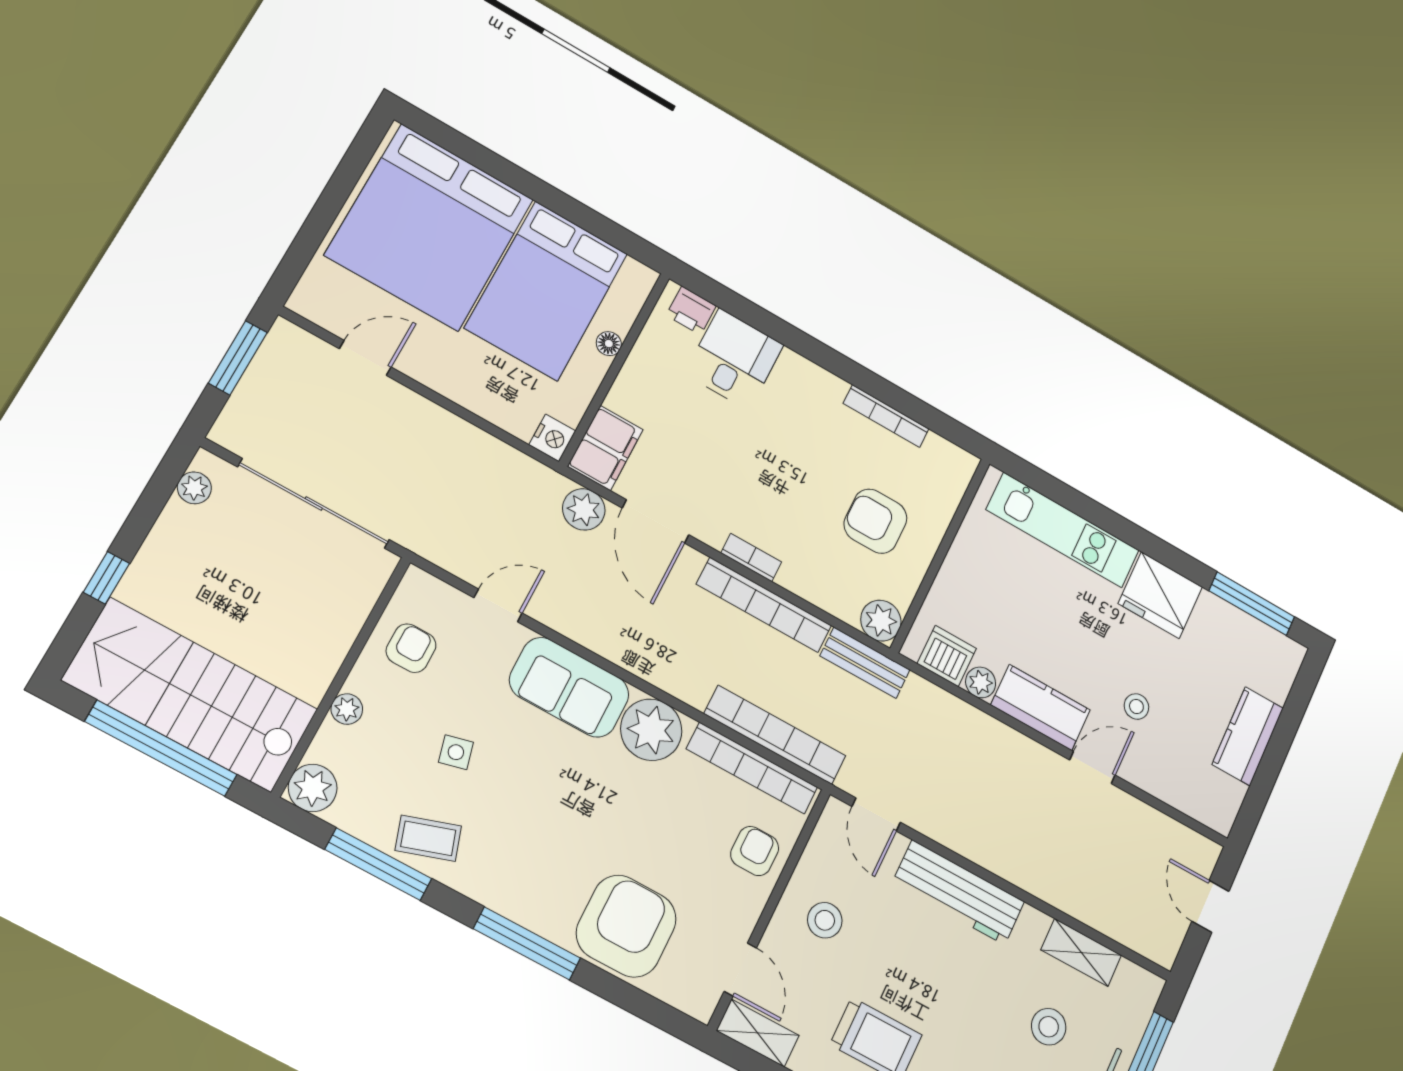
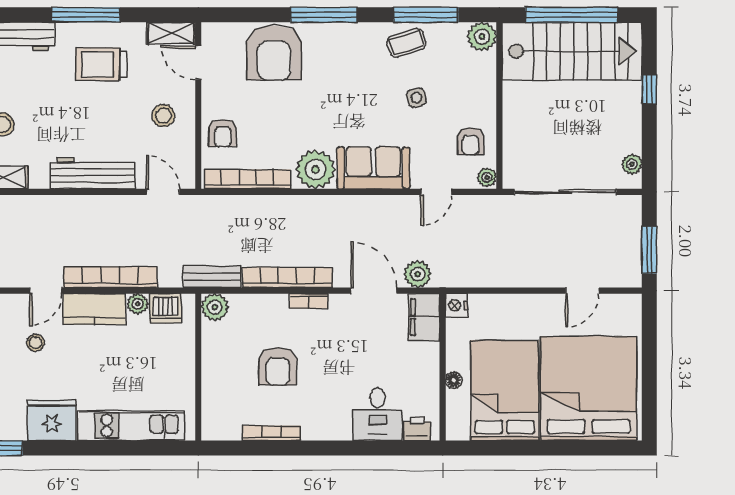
armchair: (875, 521) -> (278, 366), moved, turned 90
plant: (347, 709) -> (487, 177), moved
bookcase: (775, 735) -> (110, 277), moved, turned 180

